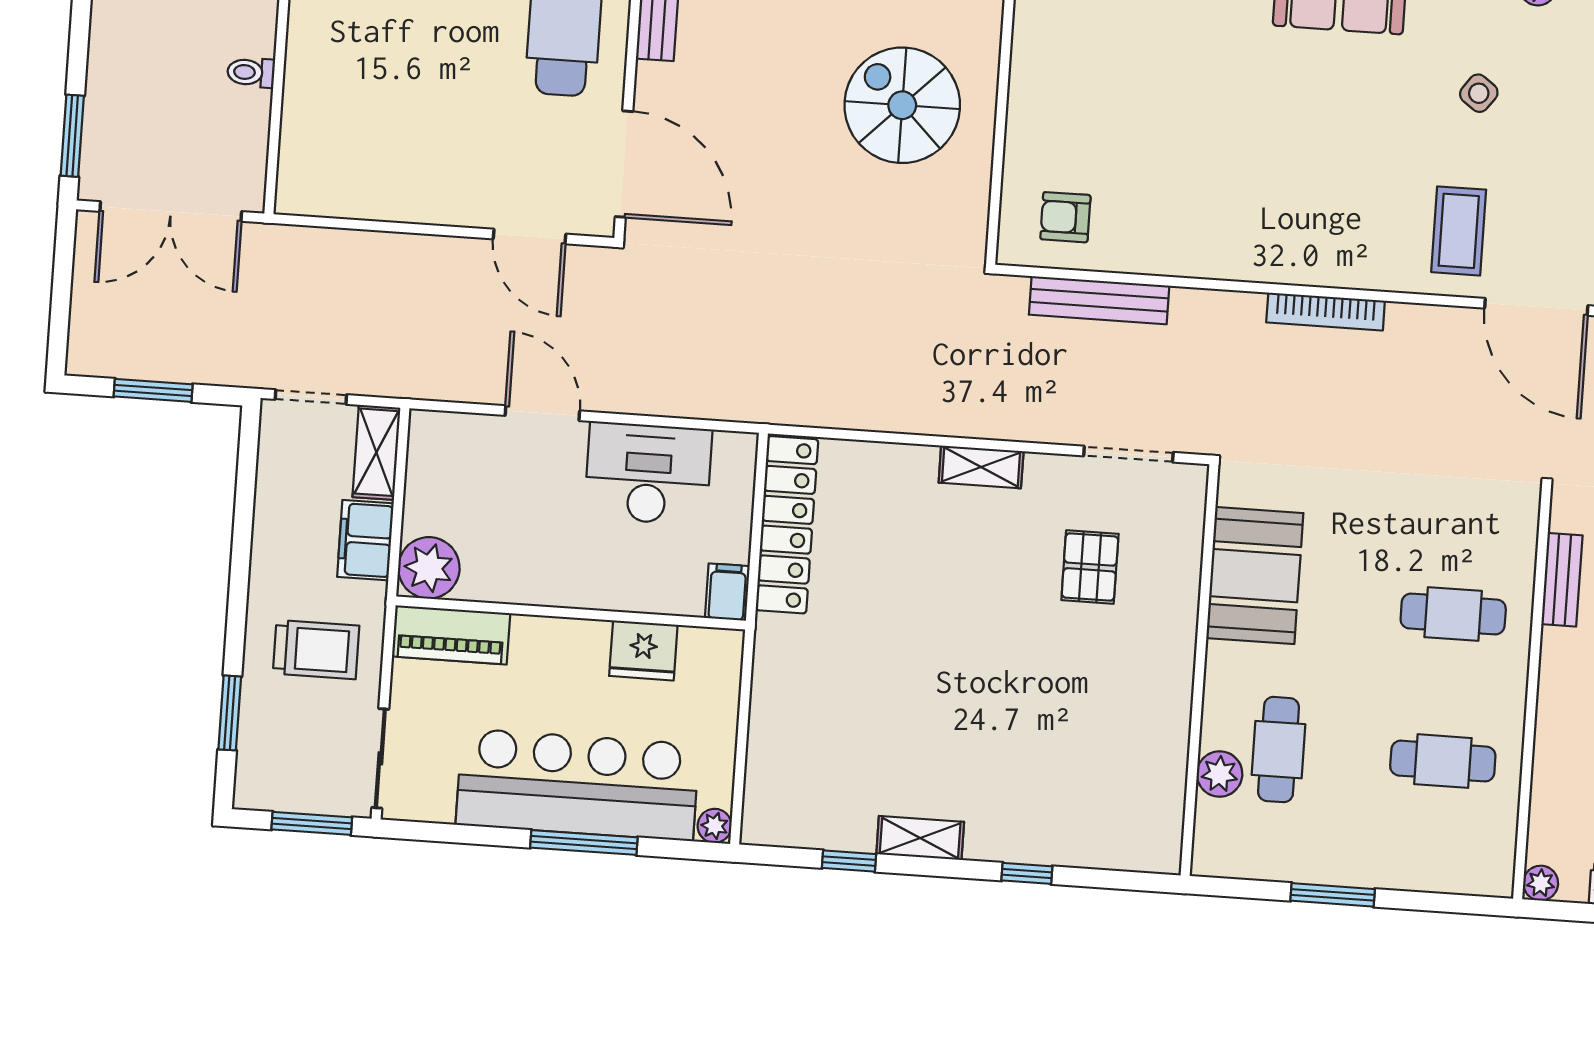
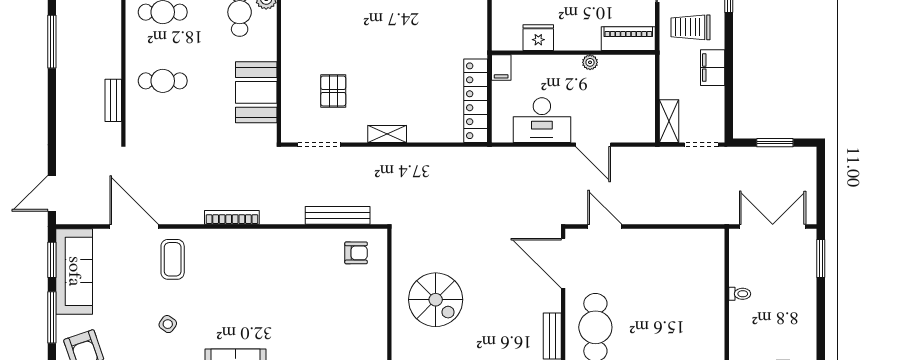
filing cabinet: (365, 540) -> (713, 68), moved, turned 180
plant: (429, 568) -> (590, 62), moved, width x0.53, depth x0.53

